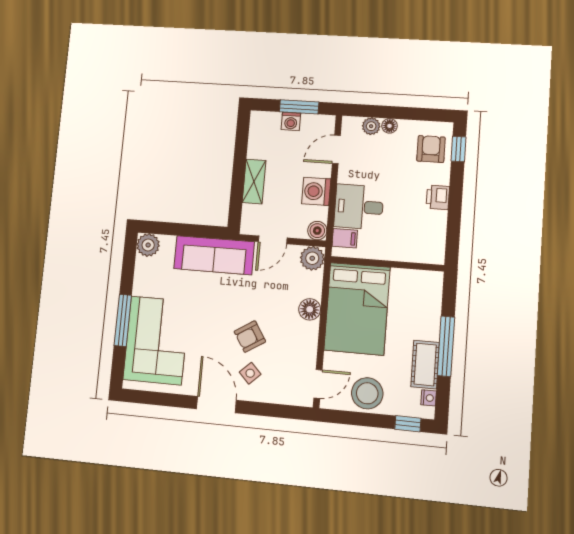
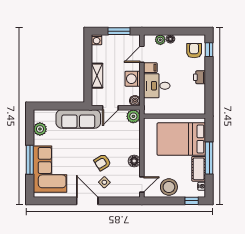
washing machine: (291, 121) -> (97, 40), moved
filing cabinet: (345, 238) -> (150, 68), moved
plant: (148, 245) -> (40, 129), moved
floor lamp: (310, 309) -> (134, 161), moved
bed: (357, 309) -> (181, 139), moved, turned 90

